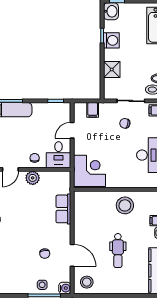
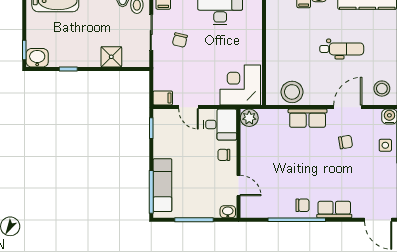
washing machine: (111, 40) -> (74, 57), removed
filing cabinet: (93, 110) -> (163, 98), moved
plant: (33, 178) -> (249, 118), moved
stool: (125, 205) -> (292, 92), moved
row of seats: (63, 209) -> (308, 118), moved

